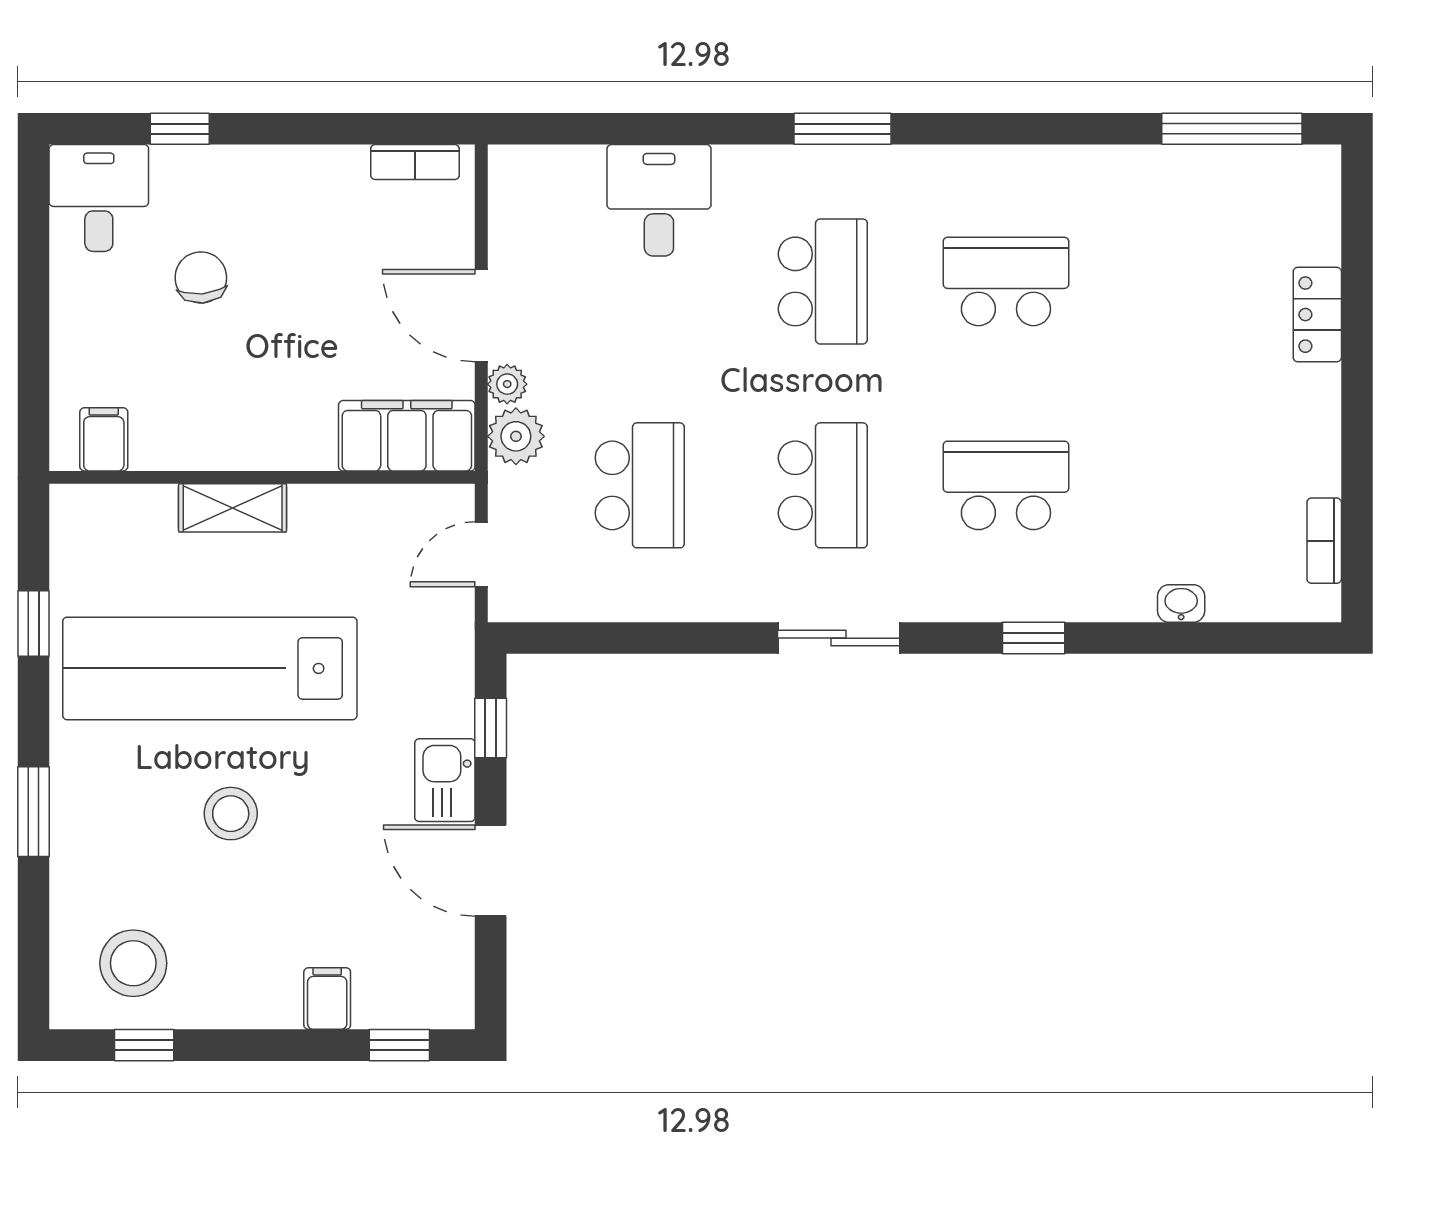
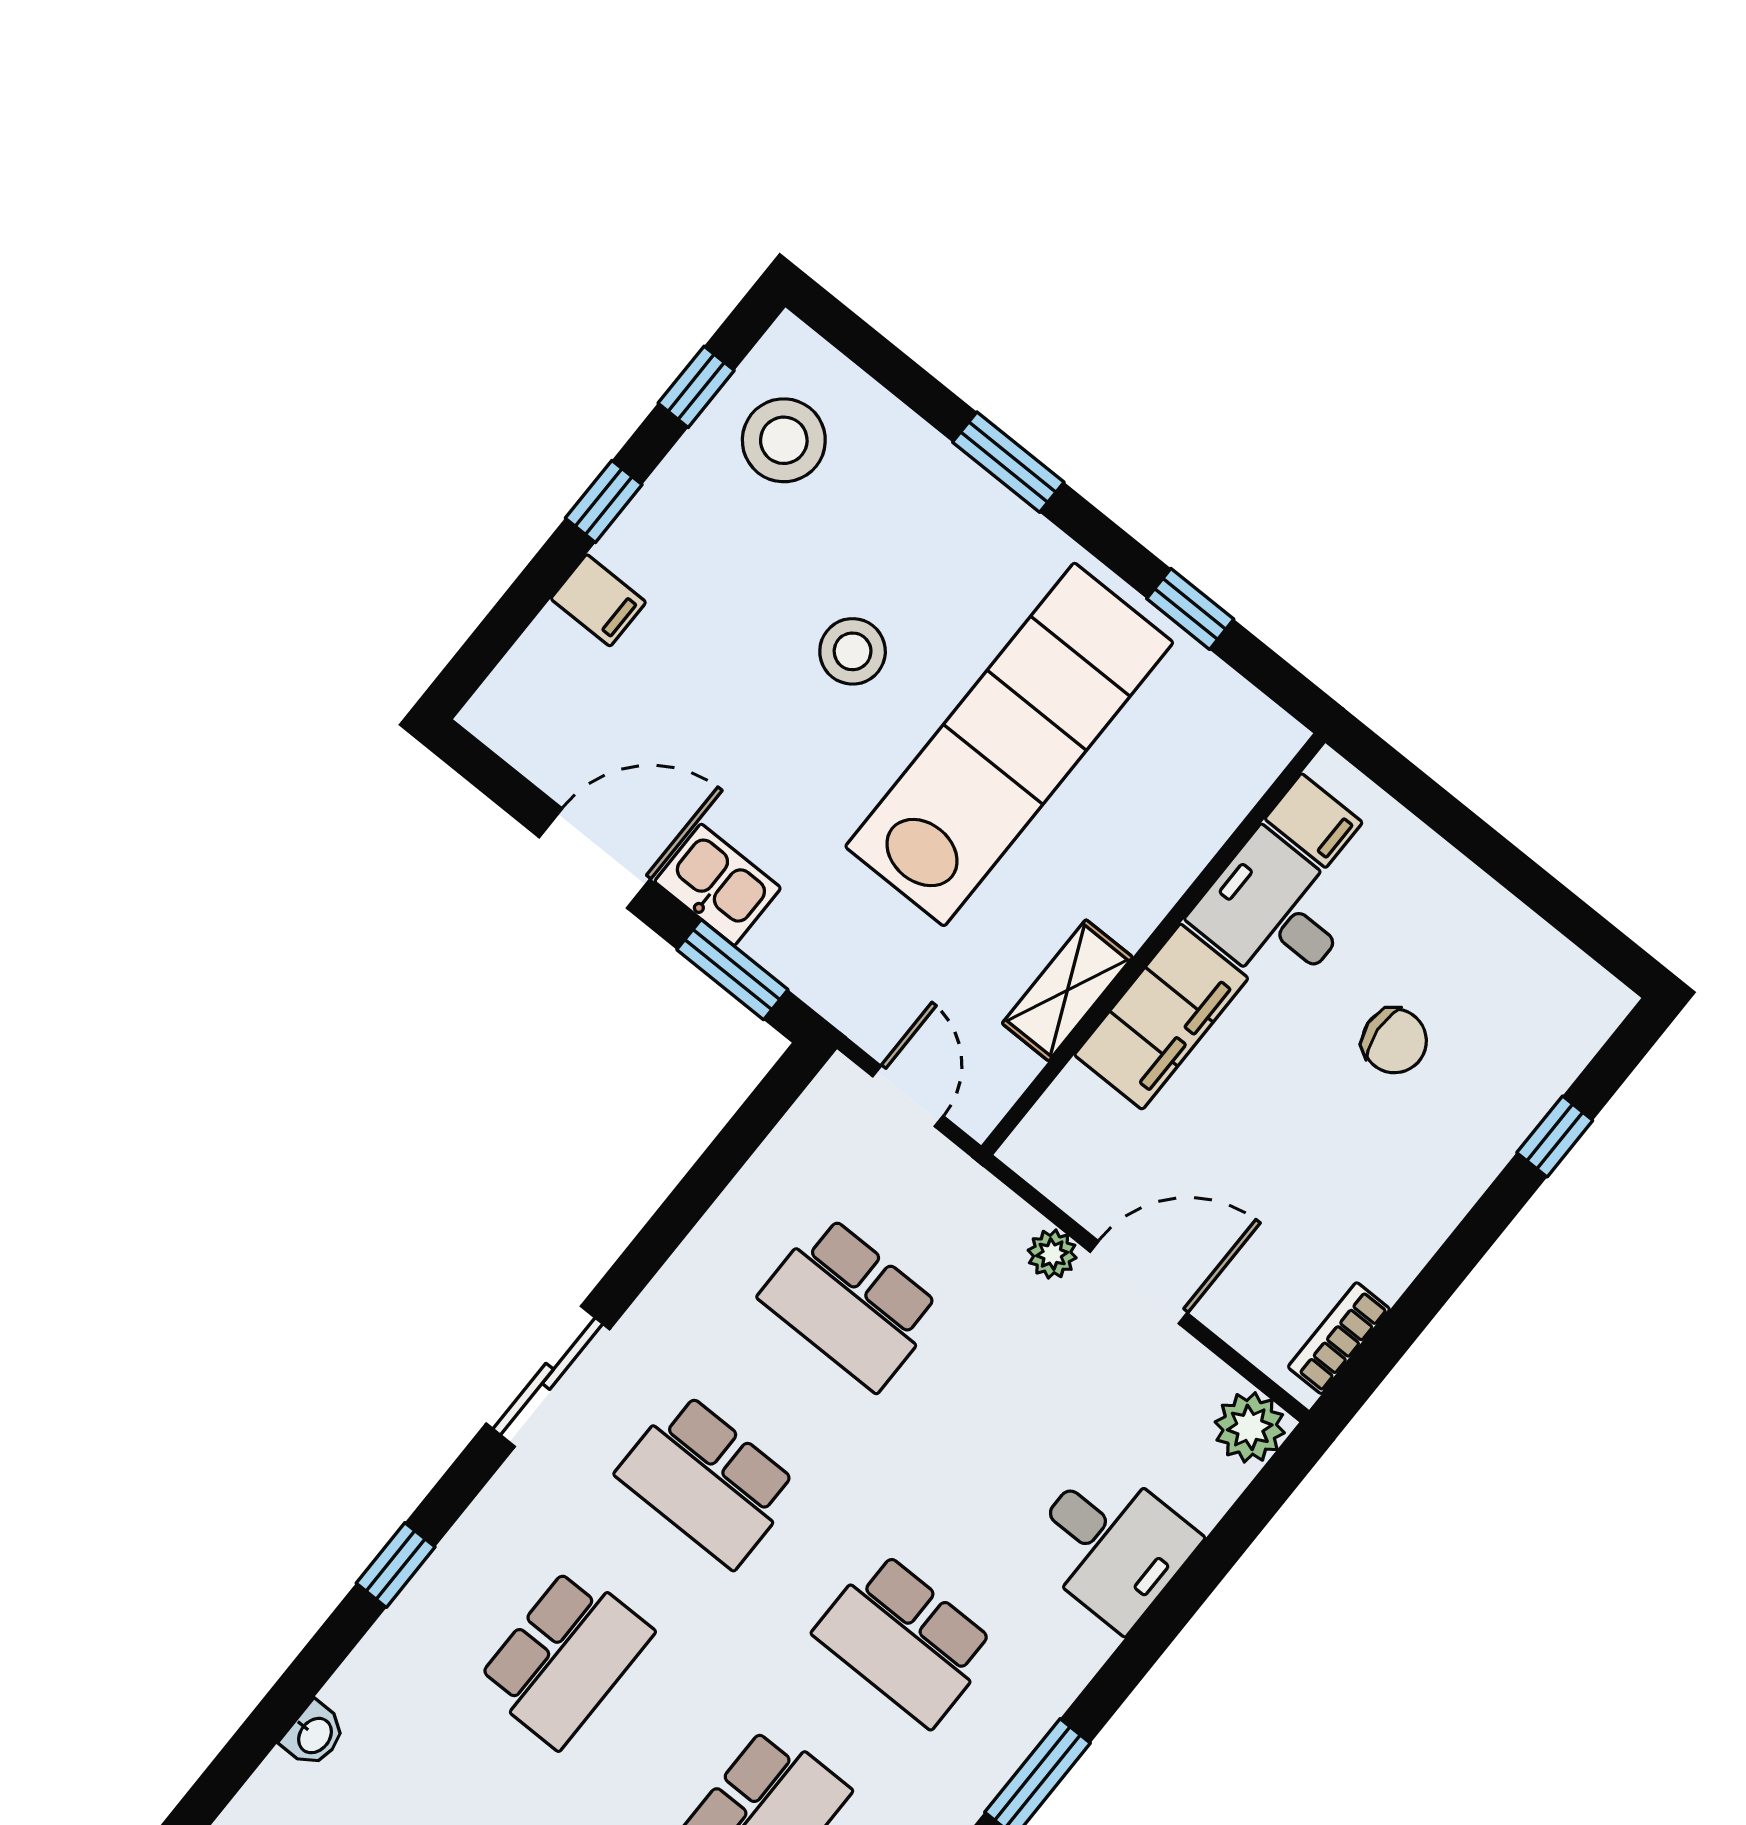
desk: (99, 198) -> (1274, 913), moved, turned 180
filing cabinet: (407, 436) -> (1161, 1017), moved
plant: (516, 436) -> (1250, 1427), moved
shelving: (233, 508) -> (1067, 990), moved
window: (491, 728) -> (732, 970), width x1.50
window: (399, 1045) -> (604, 501), moved

